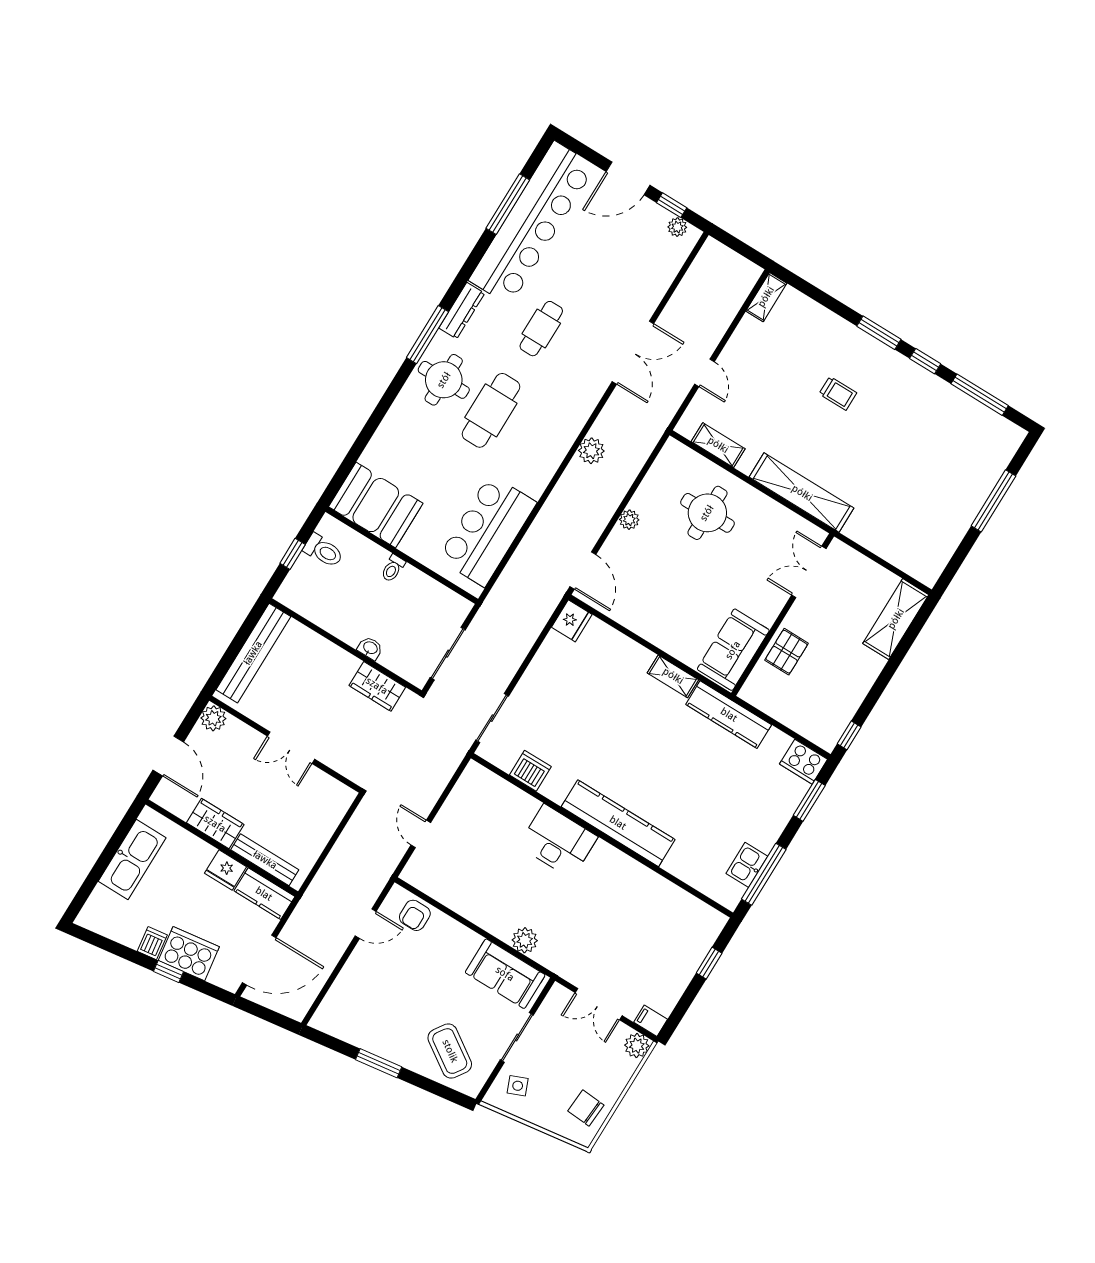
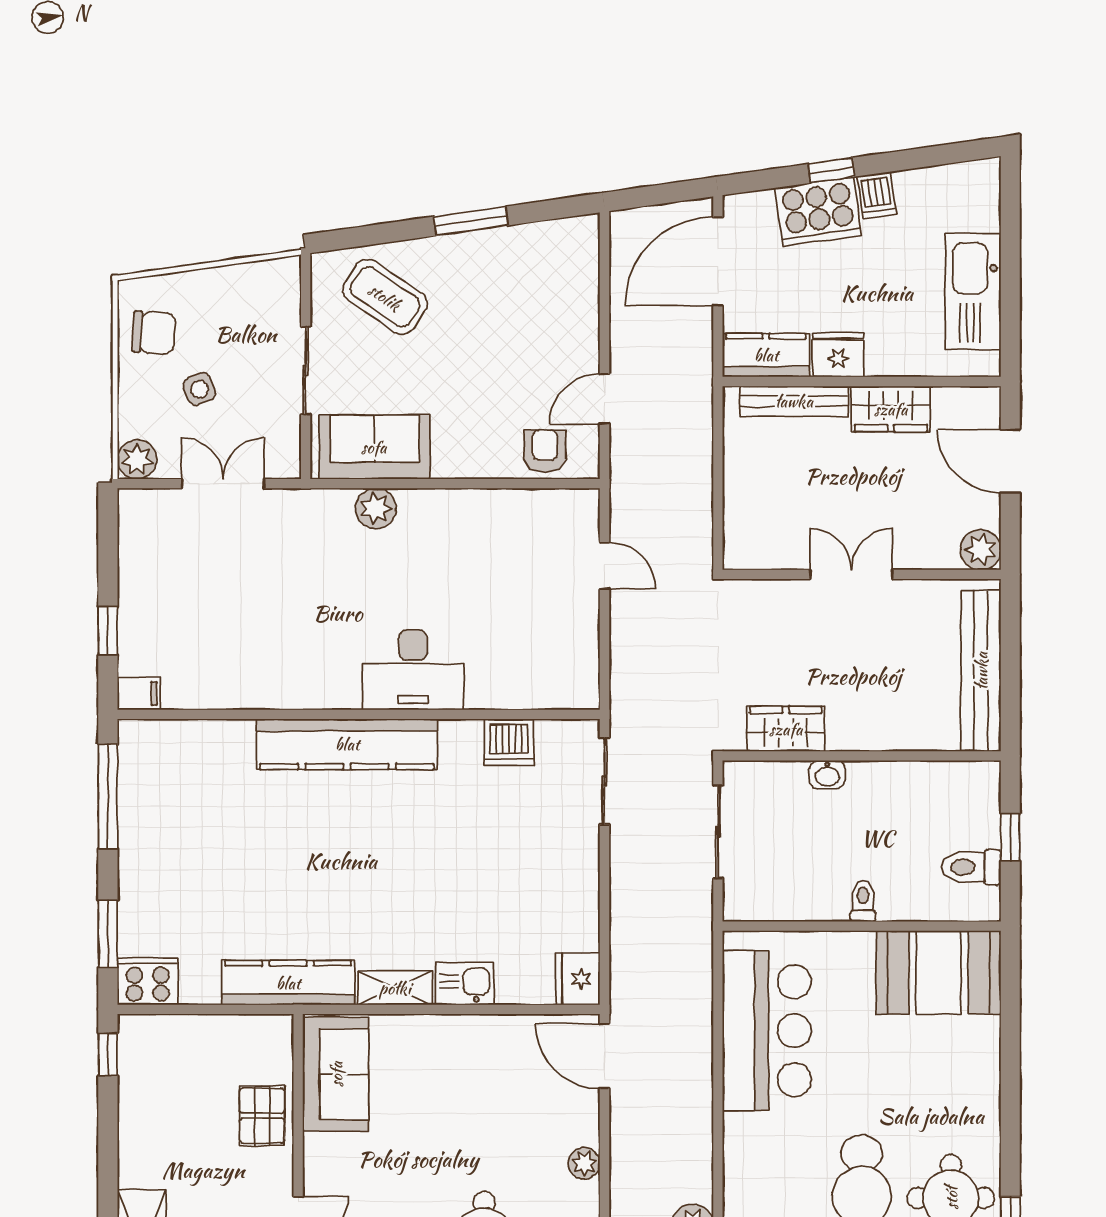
kitchen sink: (747, 865) -> (465, 984), moved, turned -90
filing cabinet: (651, 1021) -> (139, 694), moved
side table: (518, 1086) -> (199, 389), moved

